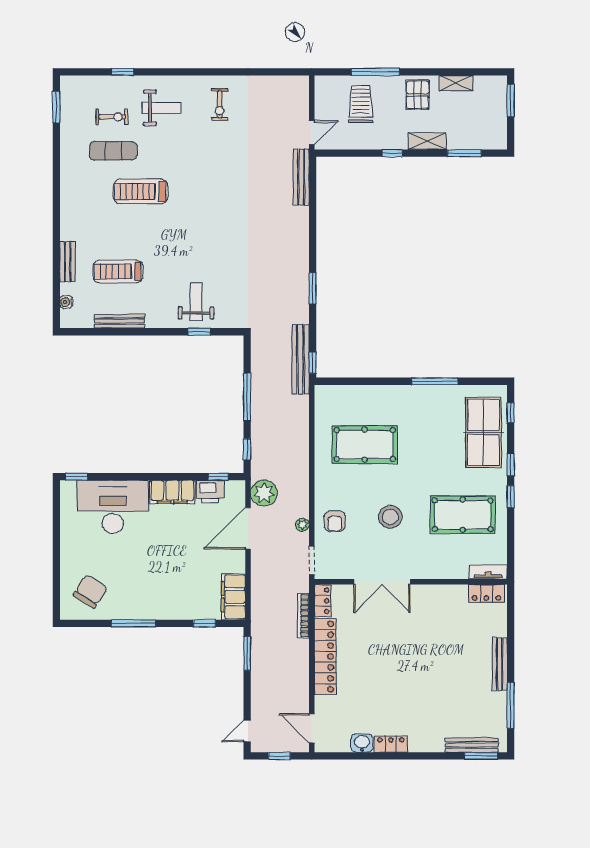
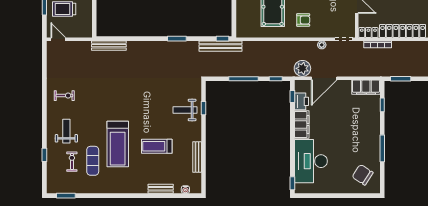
door: (312, 133) -> (58, 39), moved
treadmill: (141, 192) -> (118, 144), width x1.37, depth x1.38
treadmill: (118, 271) -> (157, 146), moved, turned 90
armchair: (335, 521) -> (303, 20), moved
door: (248, 528) -> (324, 78), hinge flipped

